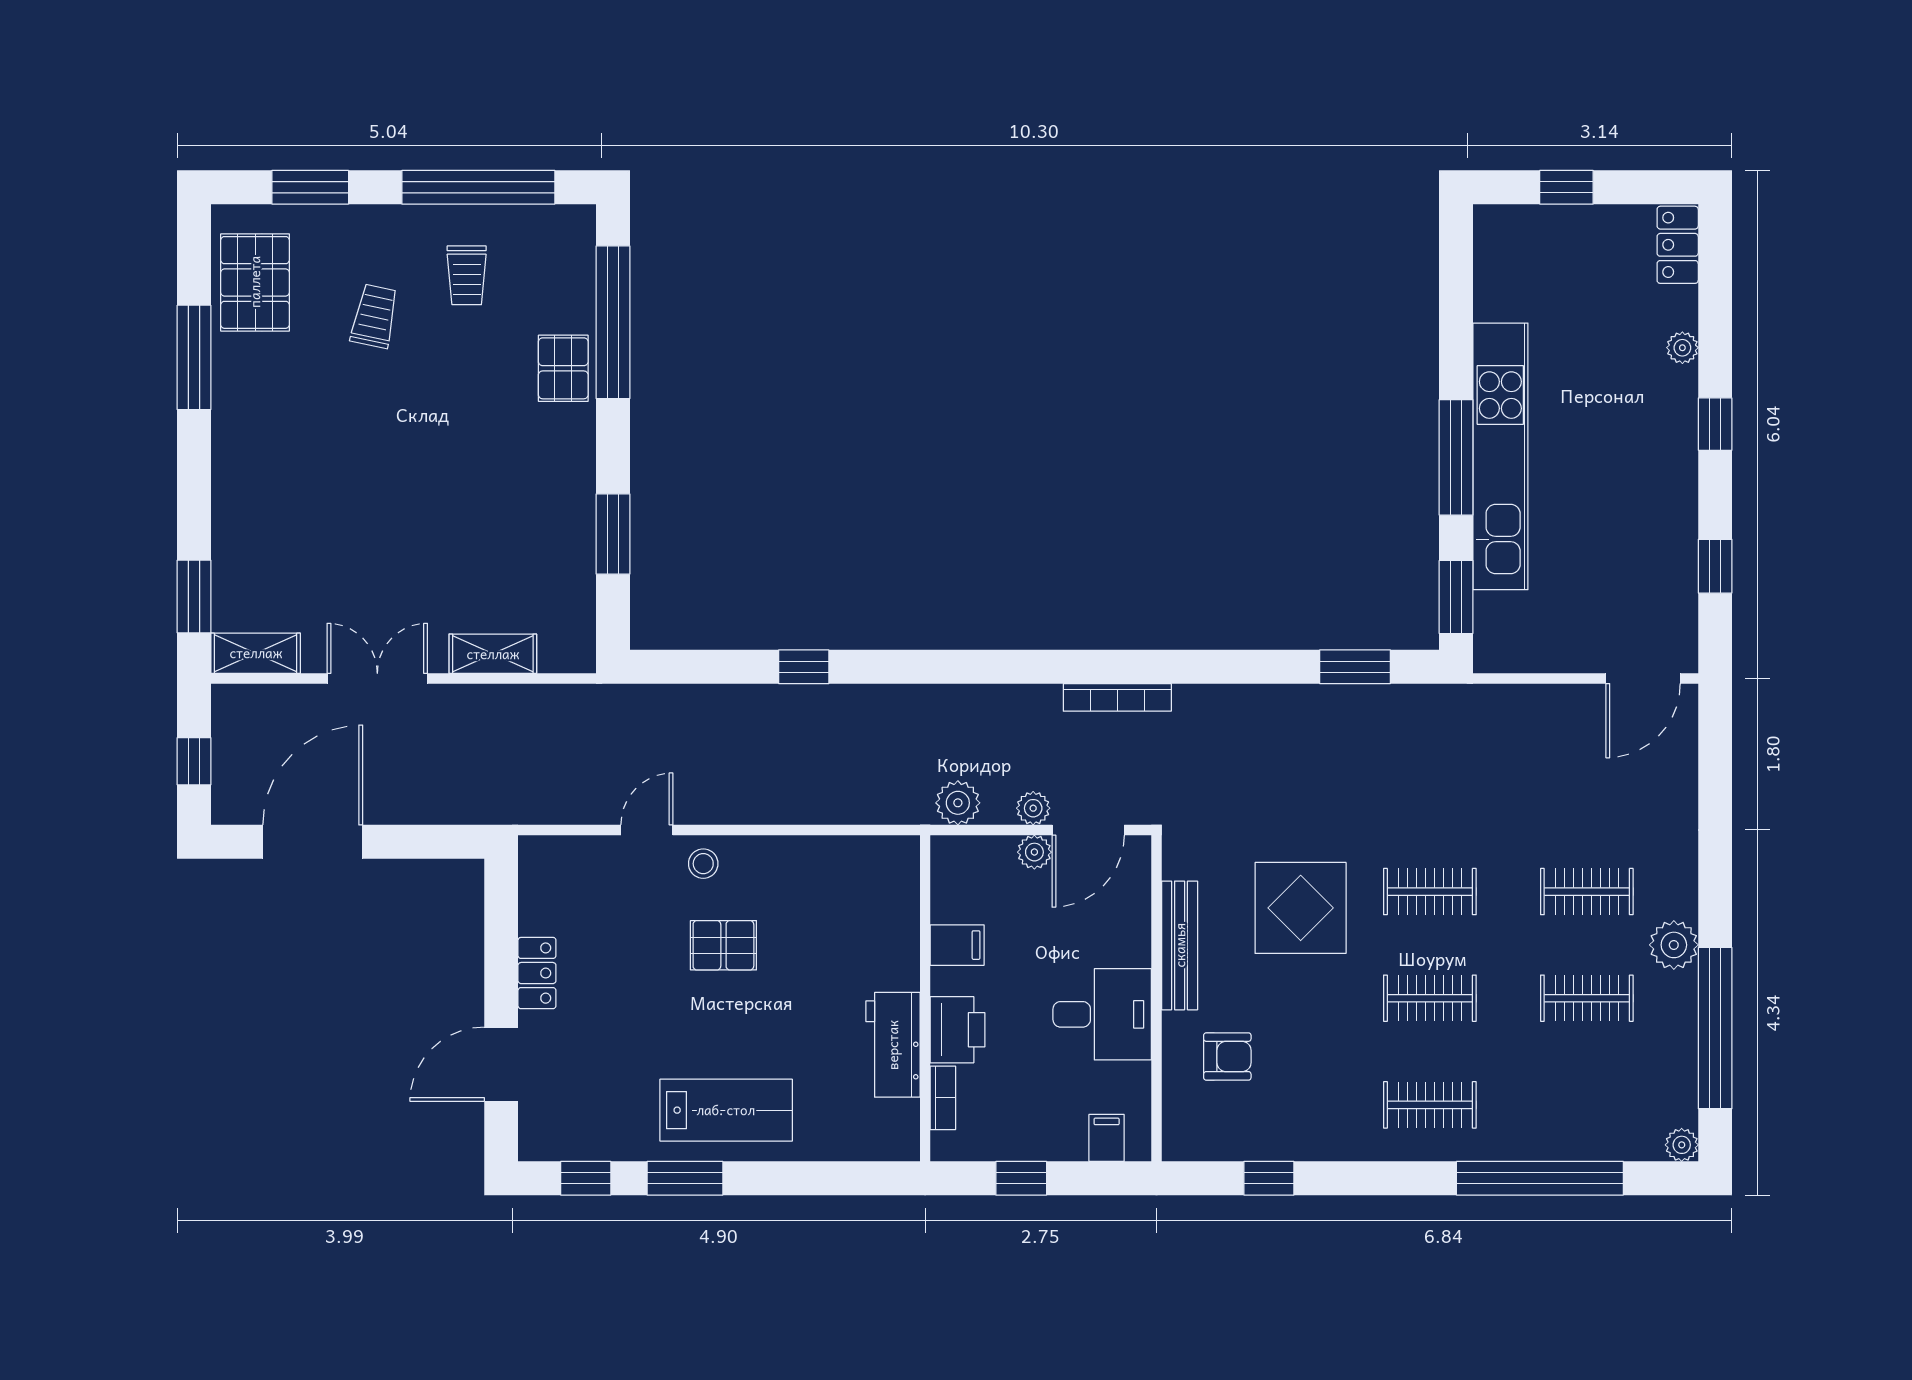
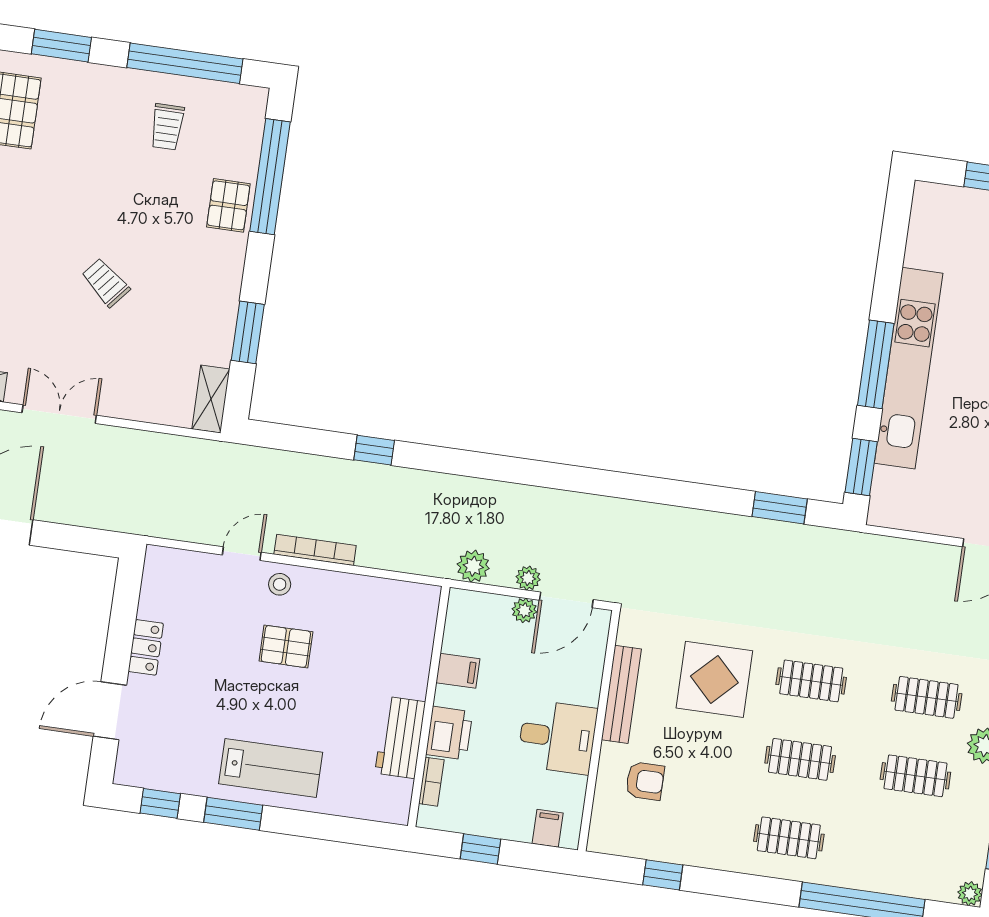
trolley: (375, 316) -> (106, 283), moved, turned -62
shelving: (493, 654) -> (211, 399), moved, turned 90
bookcase: (1117, 697) -> (315, 550), moved, turned 180

